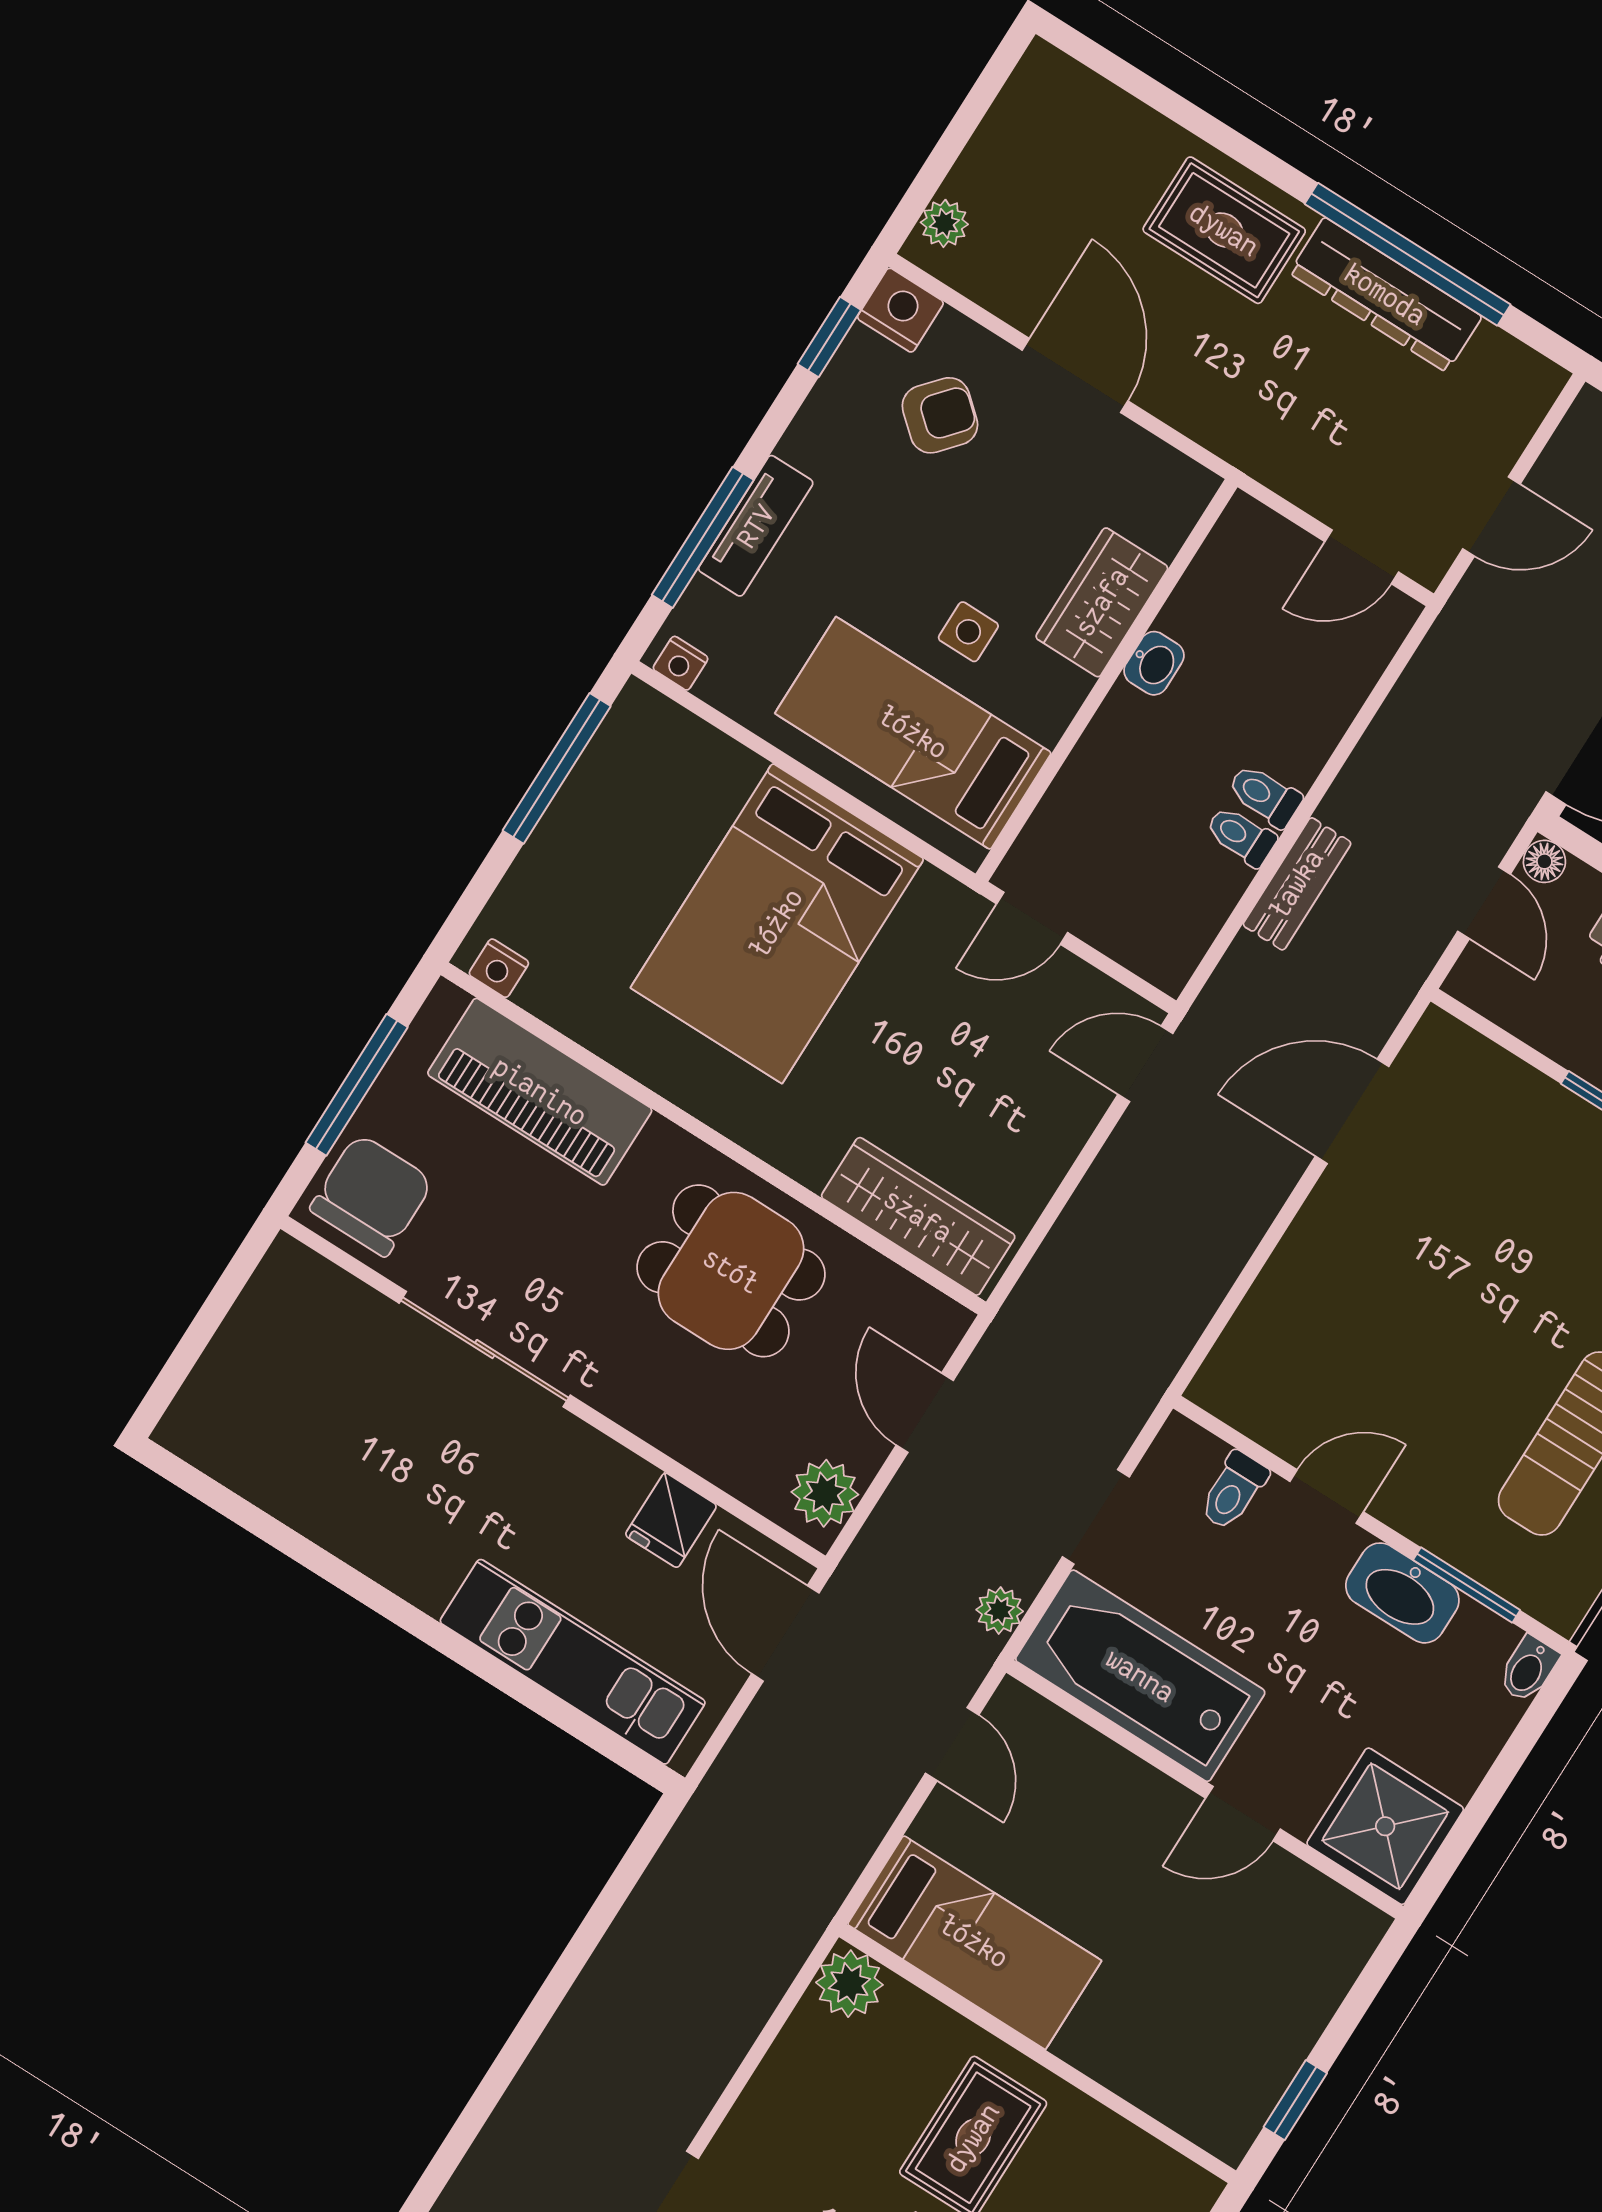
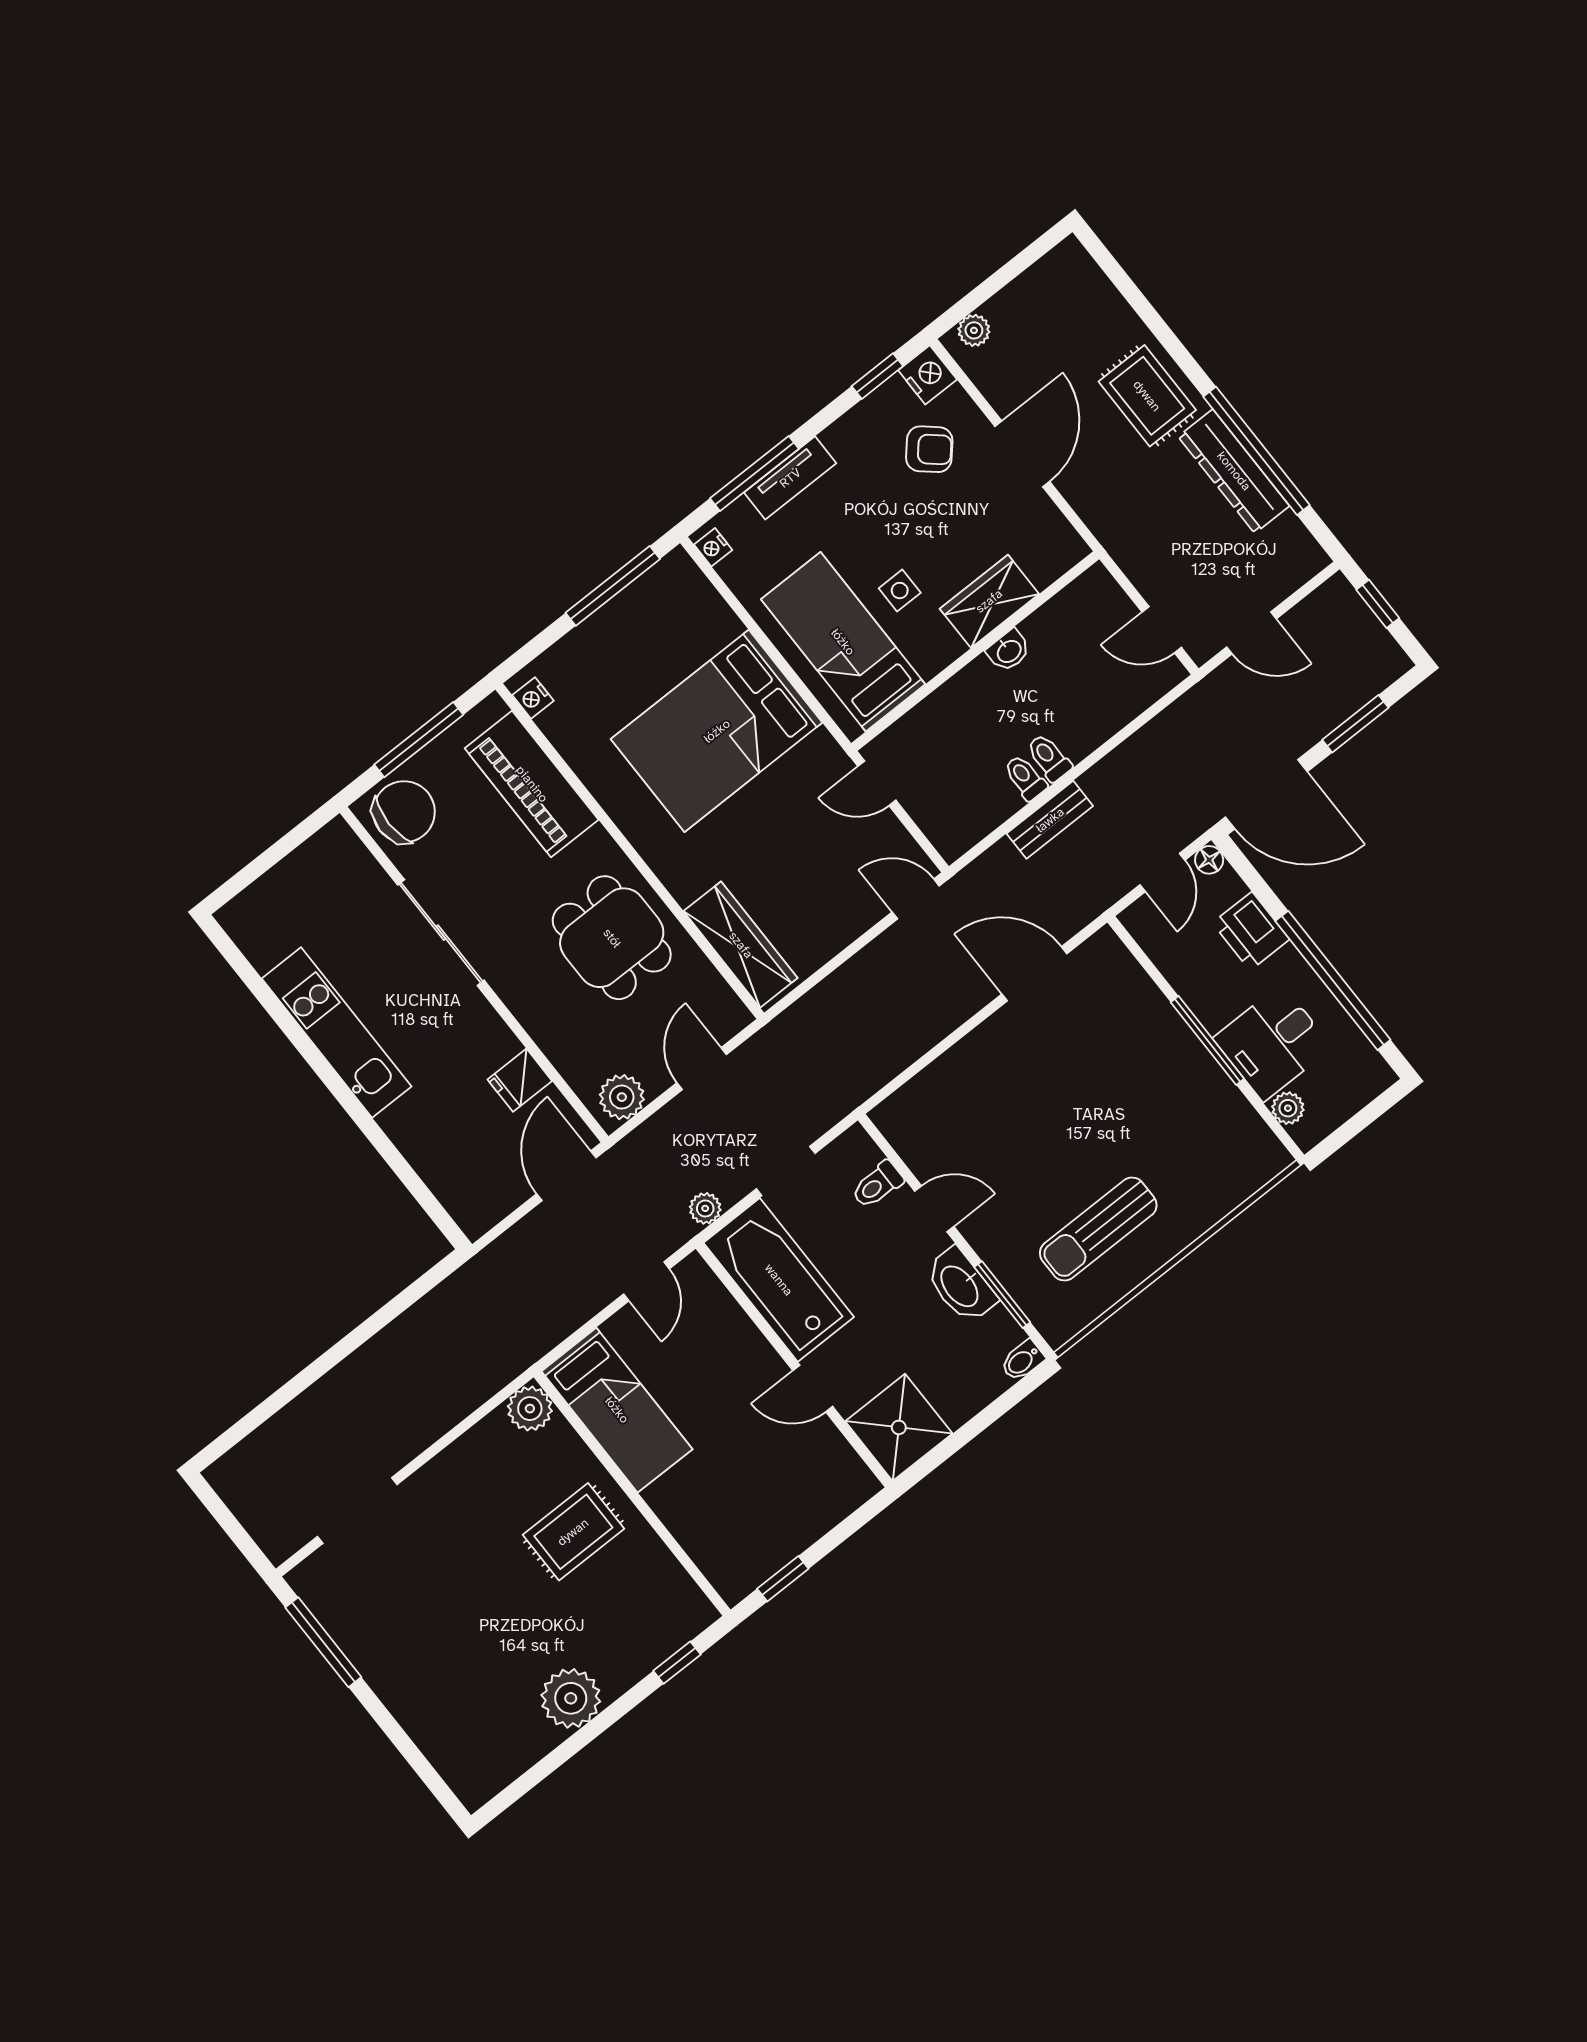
kitchen unit: (573, 1662) -> (337, 1032), moved

